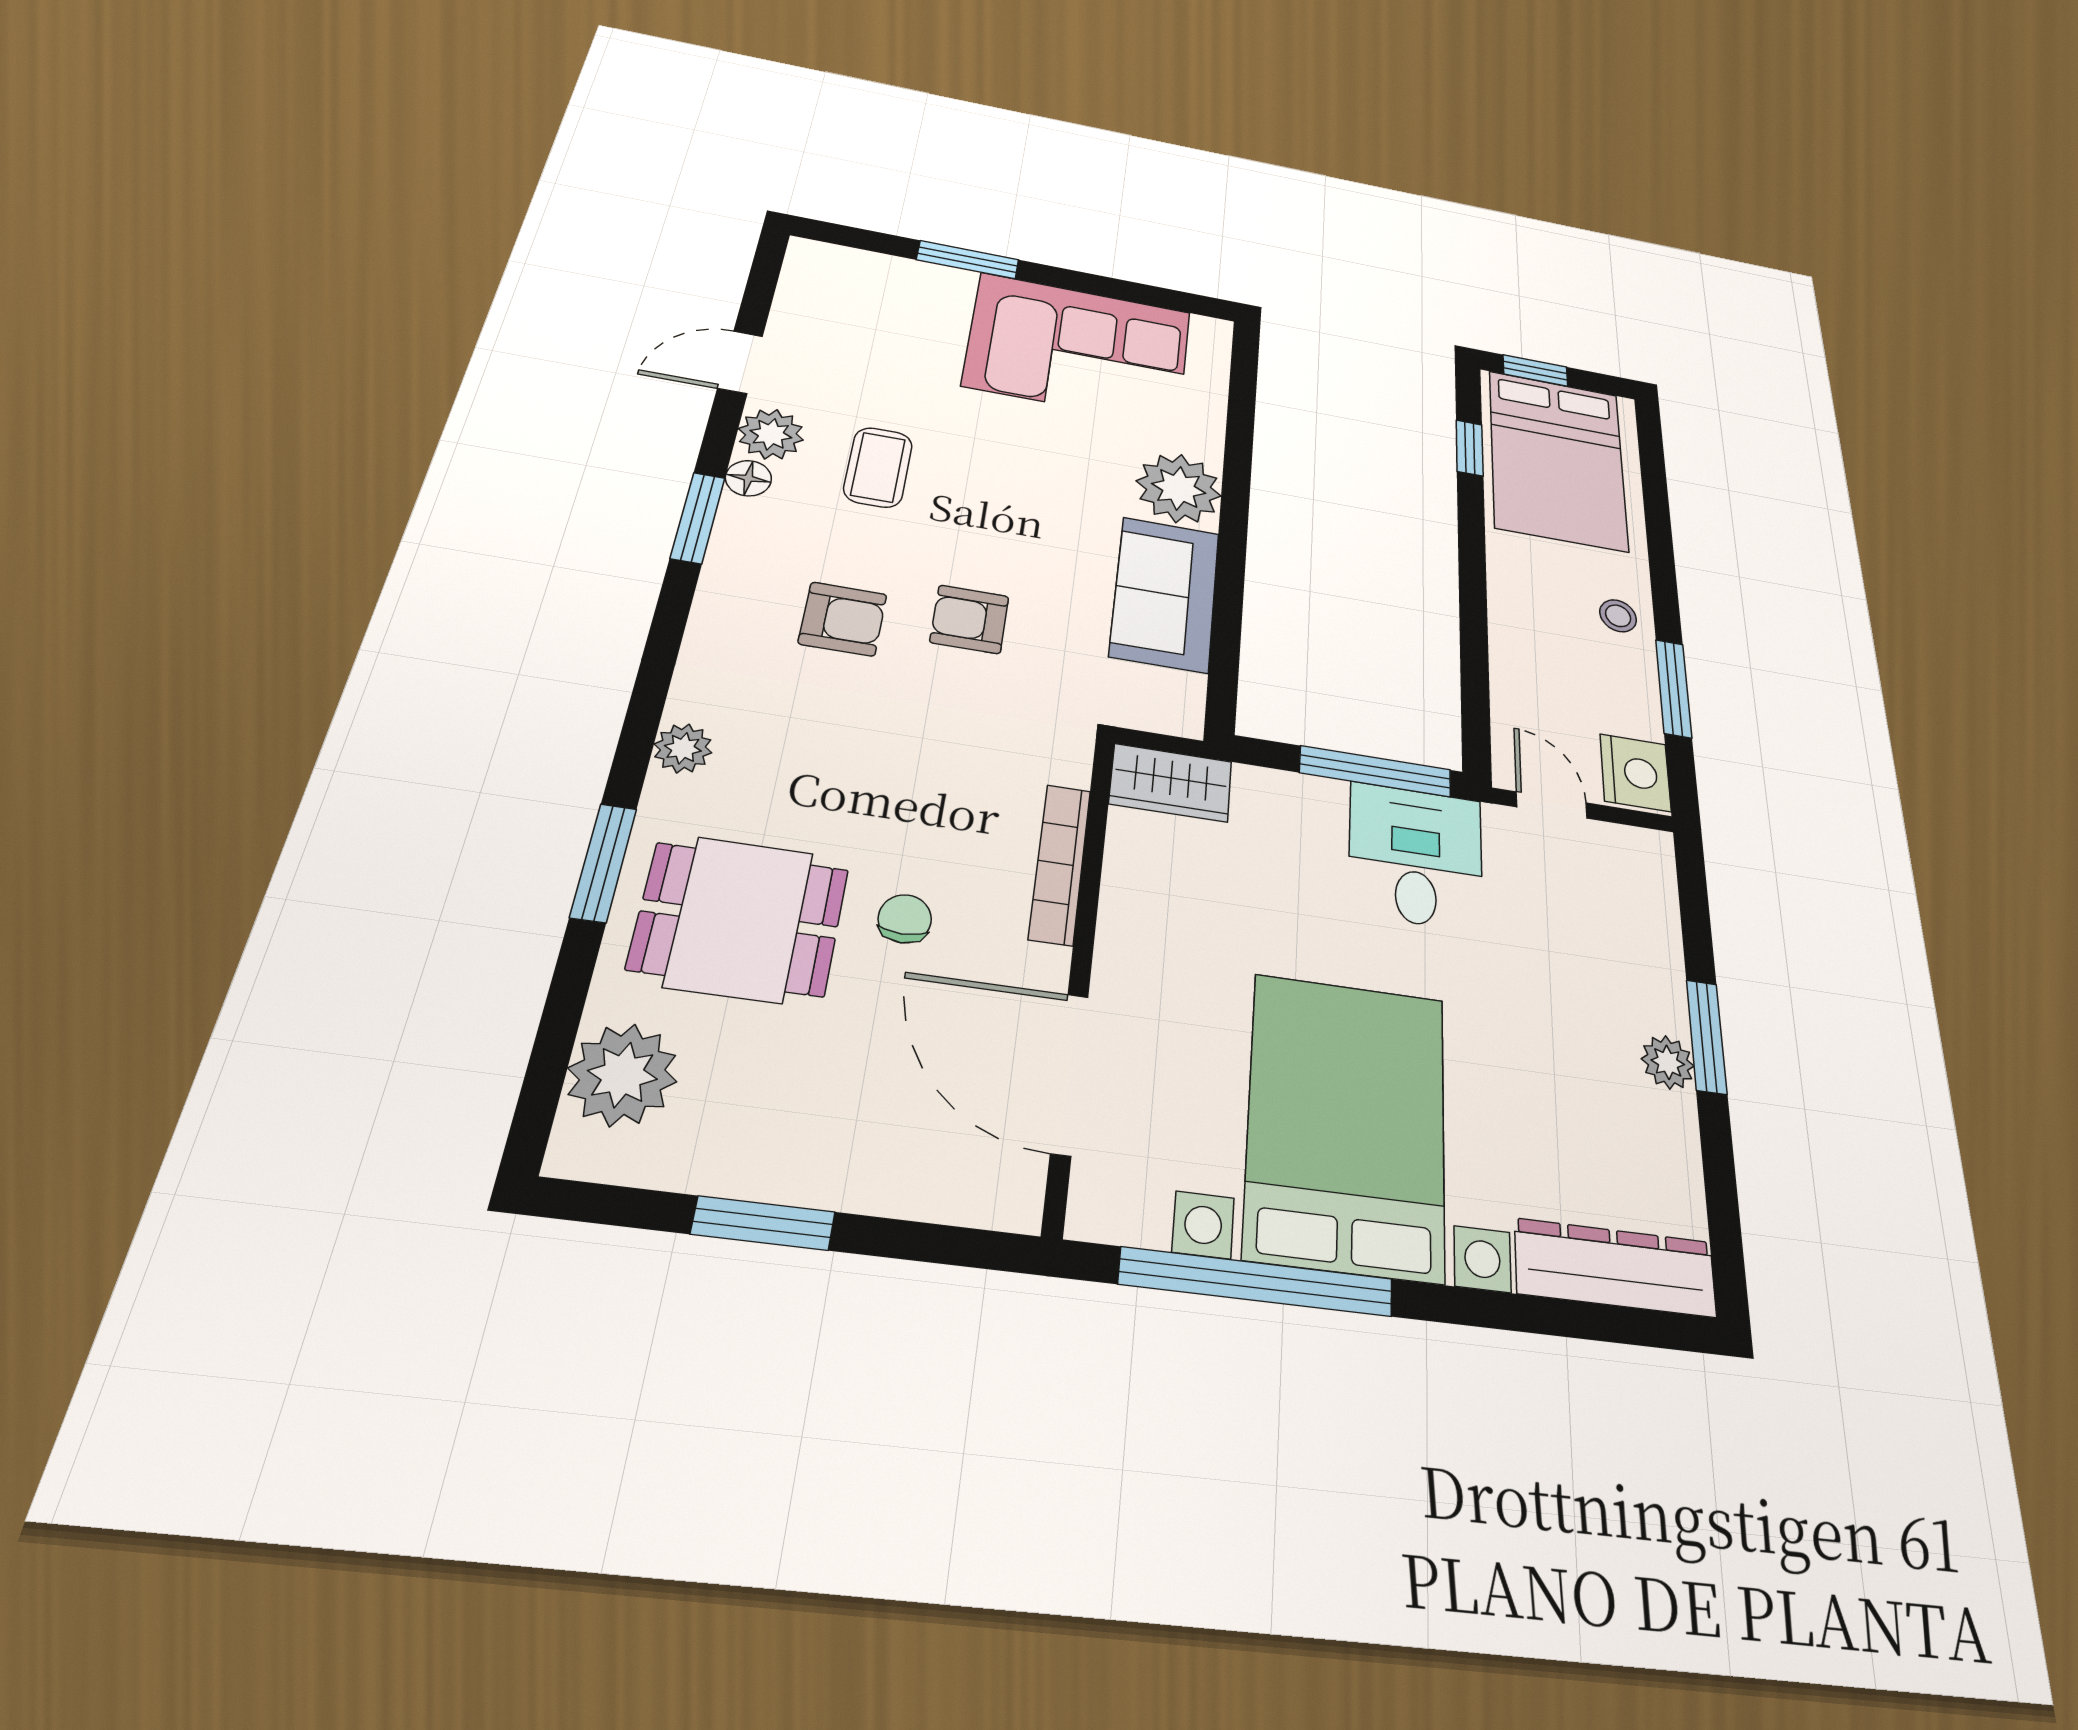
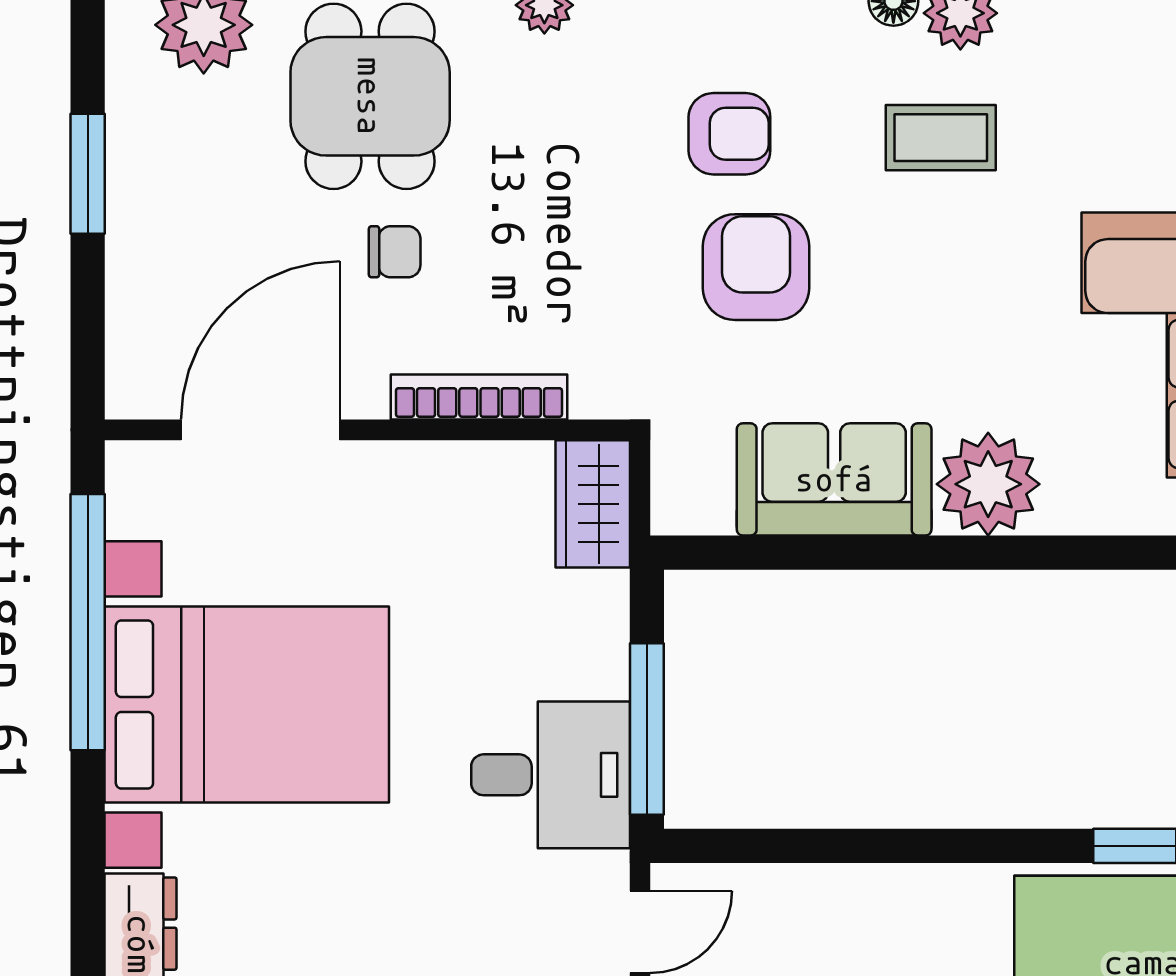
armchair: (843, 619) -> (729, 134), turned -90
armchair: (969, 619) -> (756, 267), width x1.38, depth x1.38

